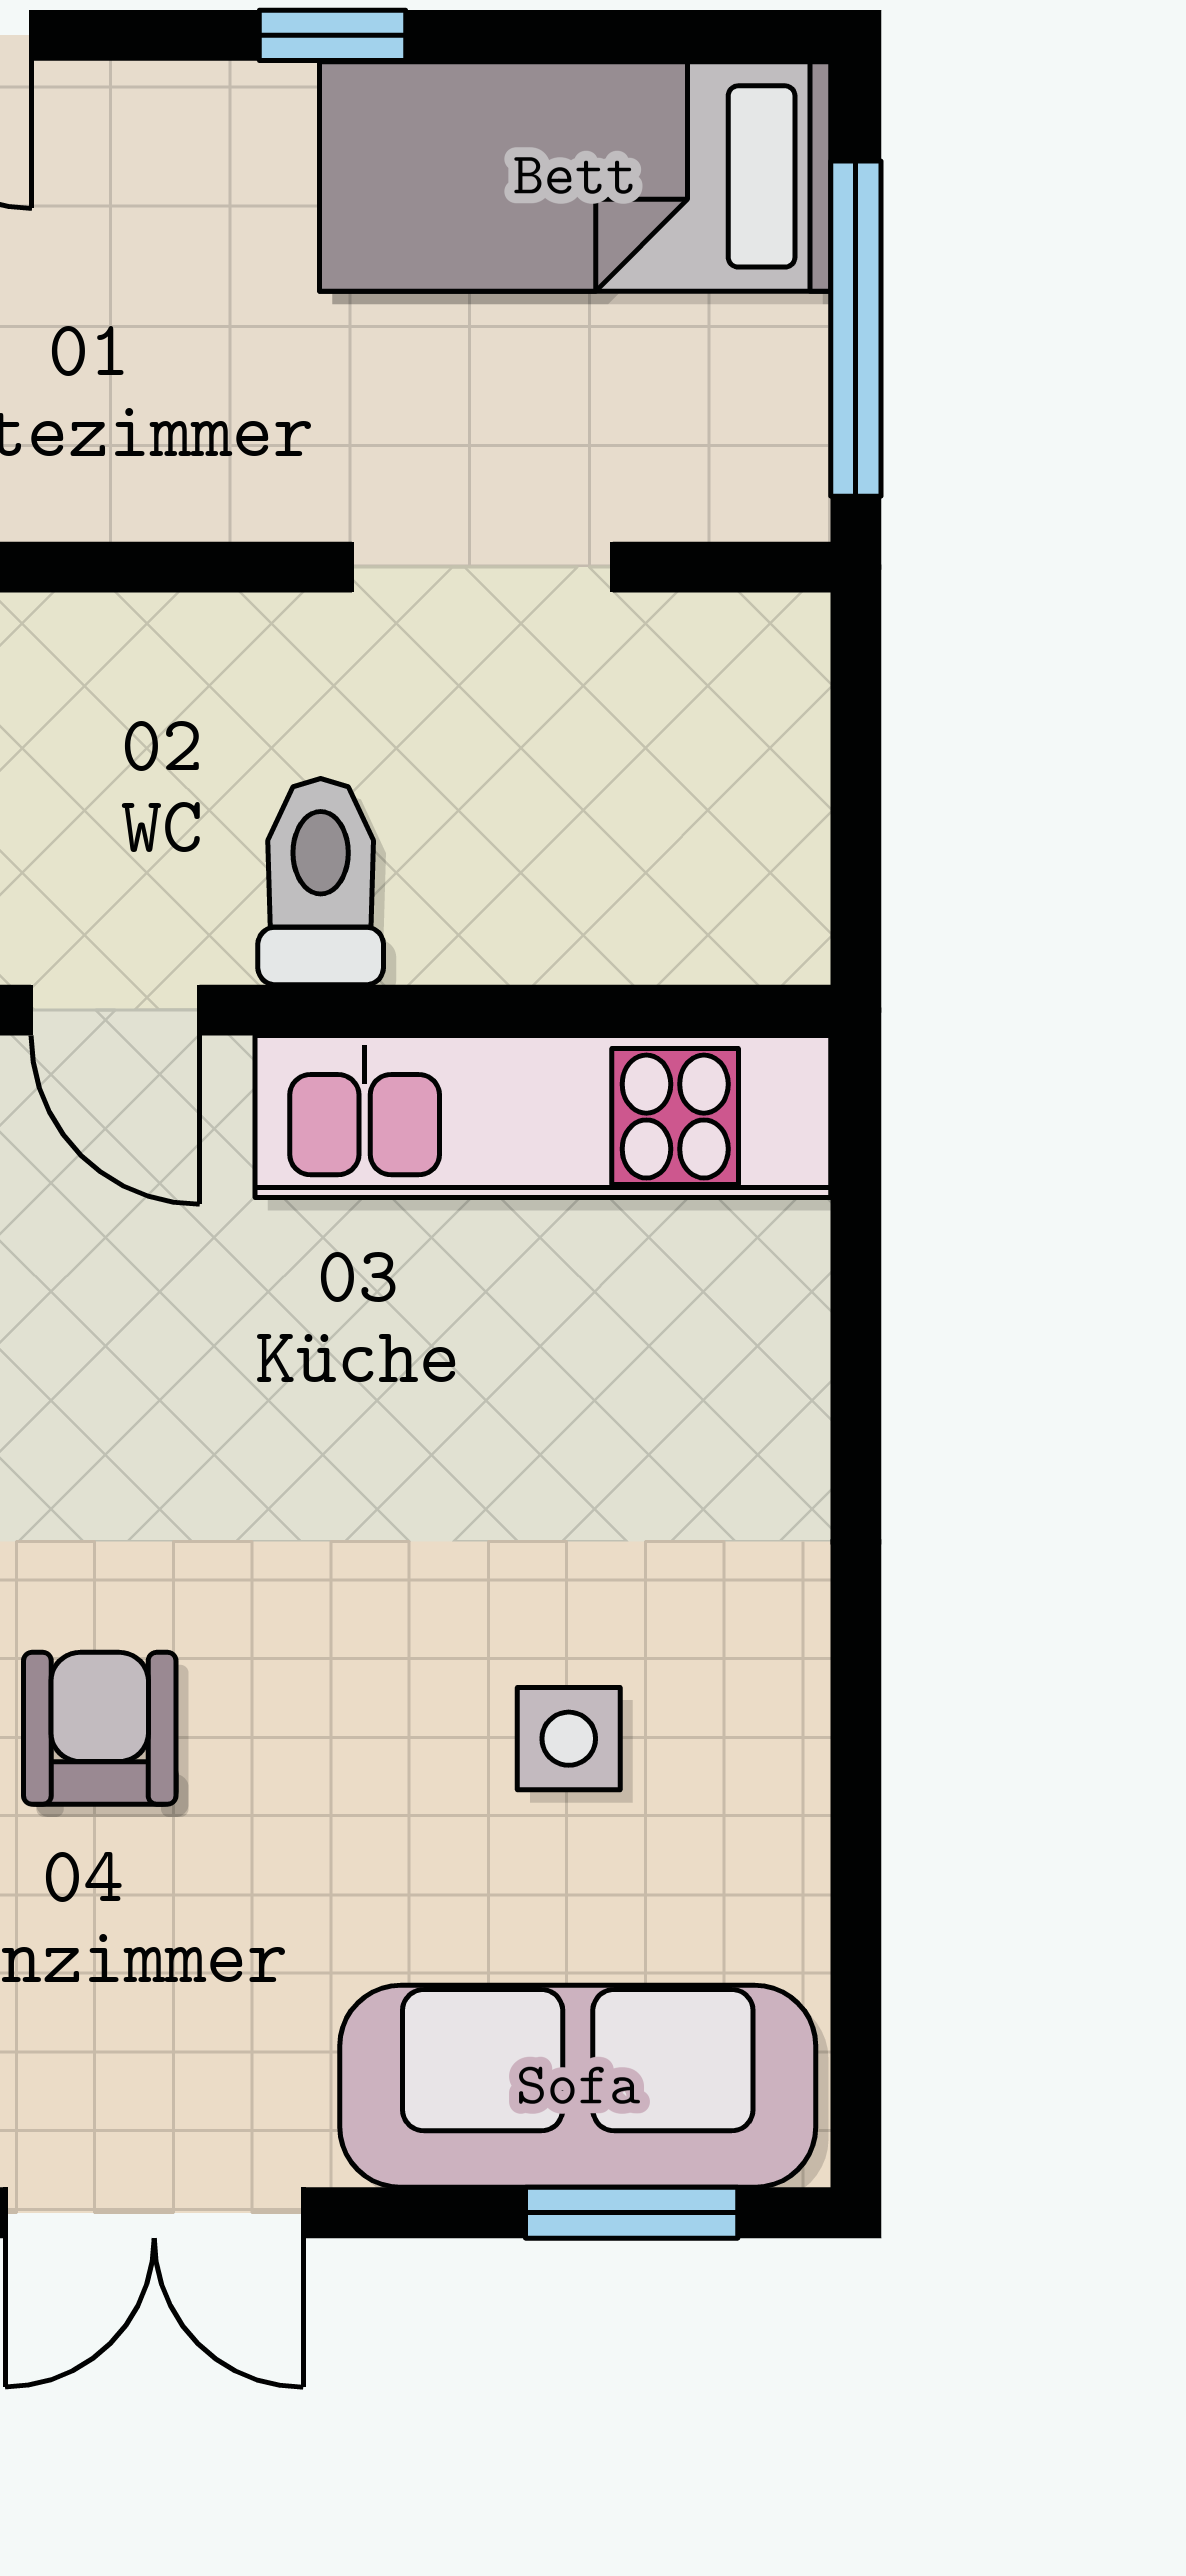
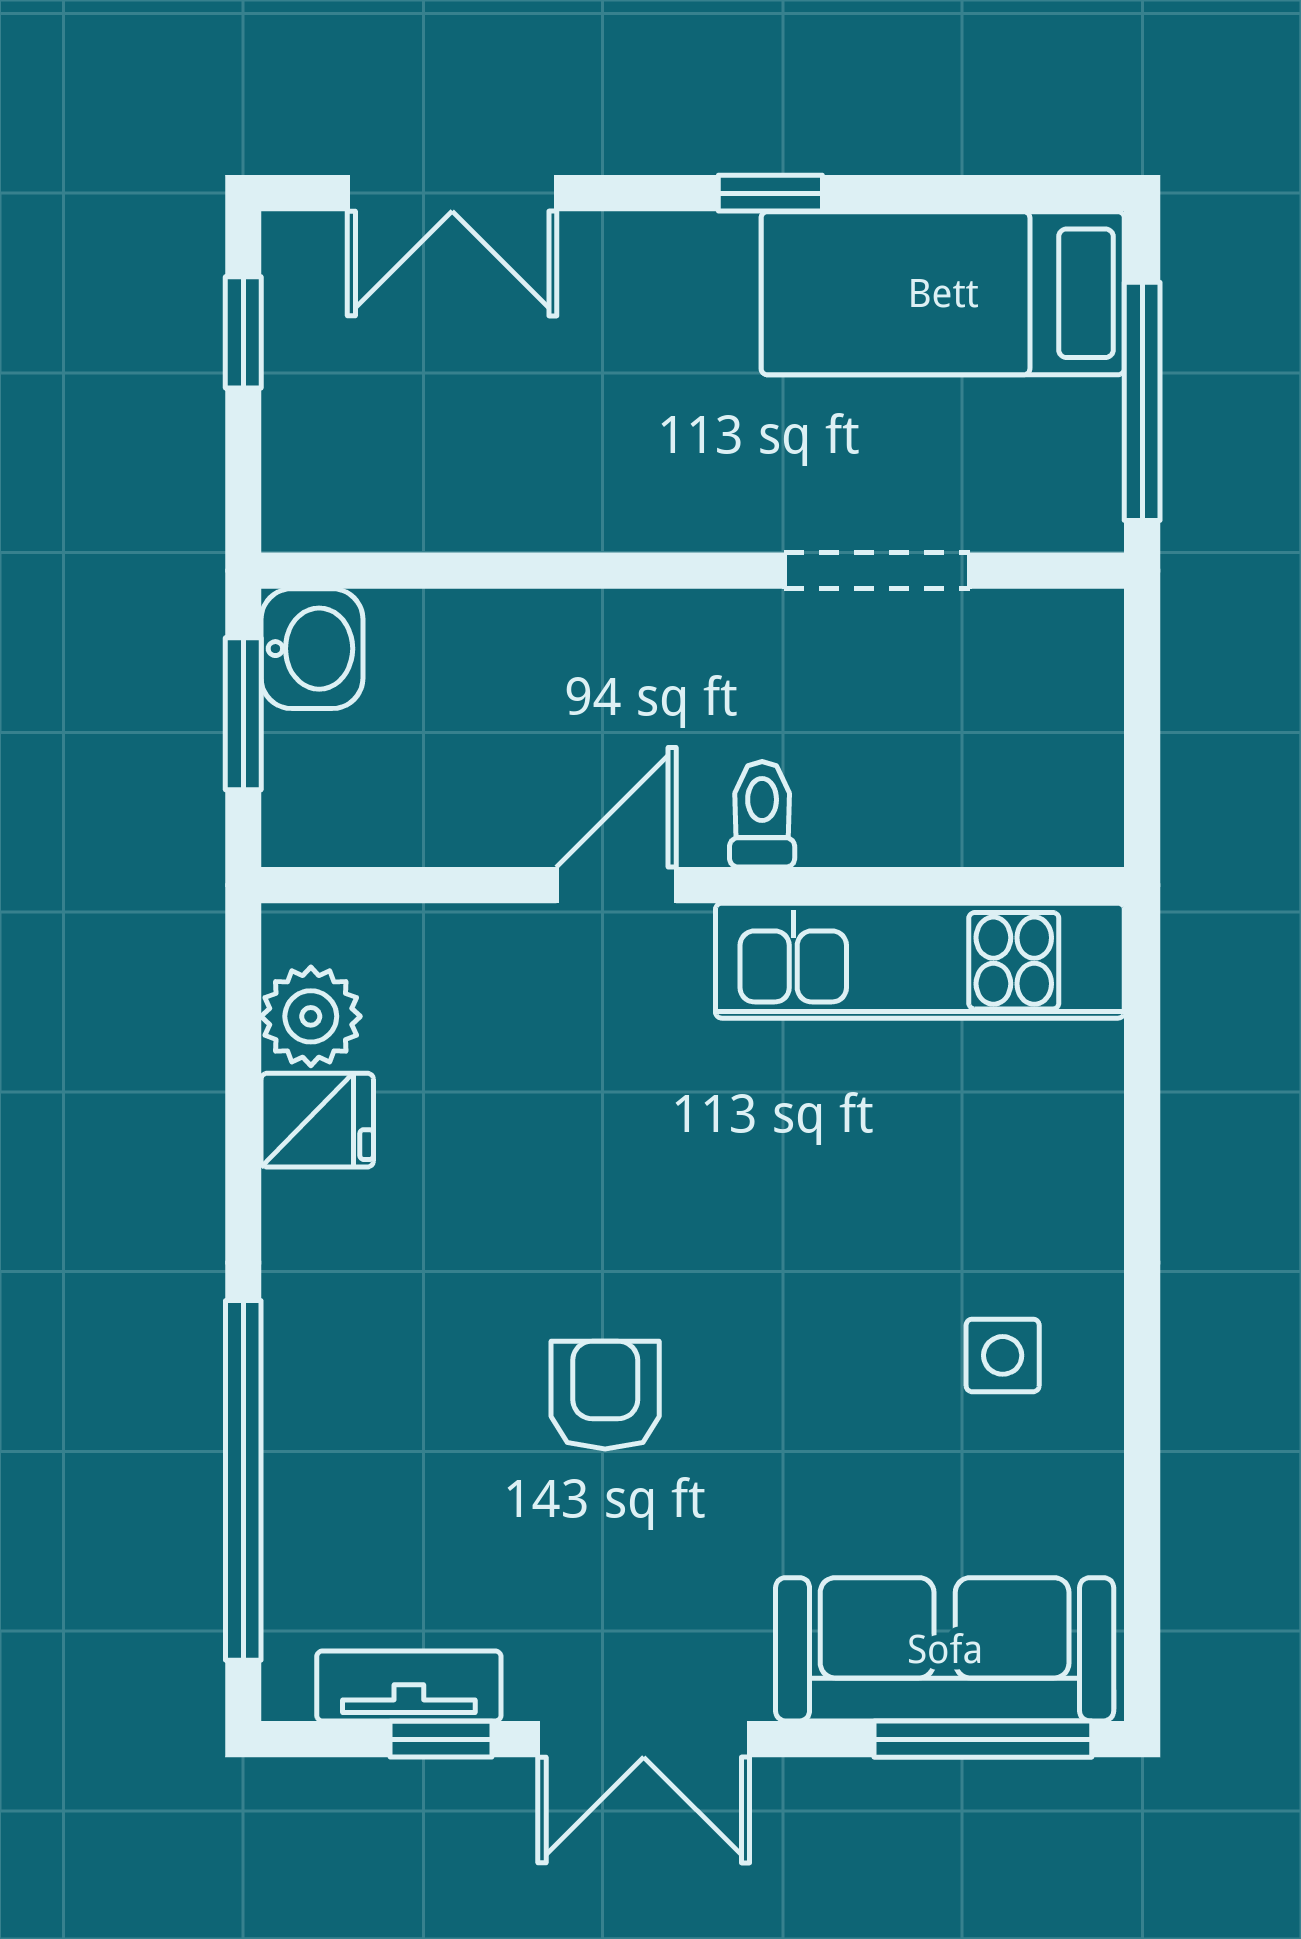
toilet: (321, 882) -> (762, 814), width x0.73, depth x0.72
door: (115, 1010) -> (616, 885), swing flipped
side table: (569, 1739) -> (1003, 1355), moved
window: (632, 2213) -> (983, 1739), width x1.44

